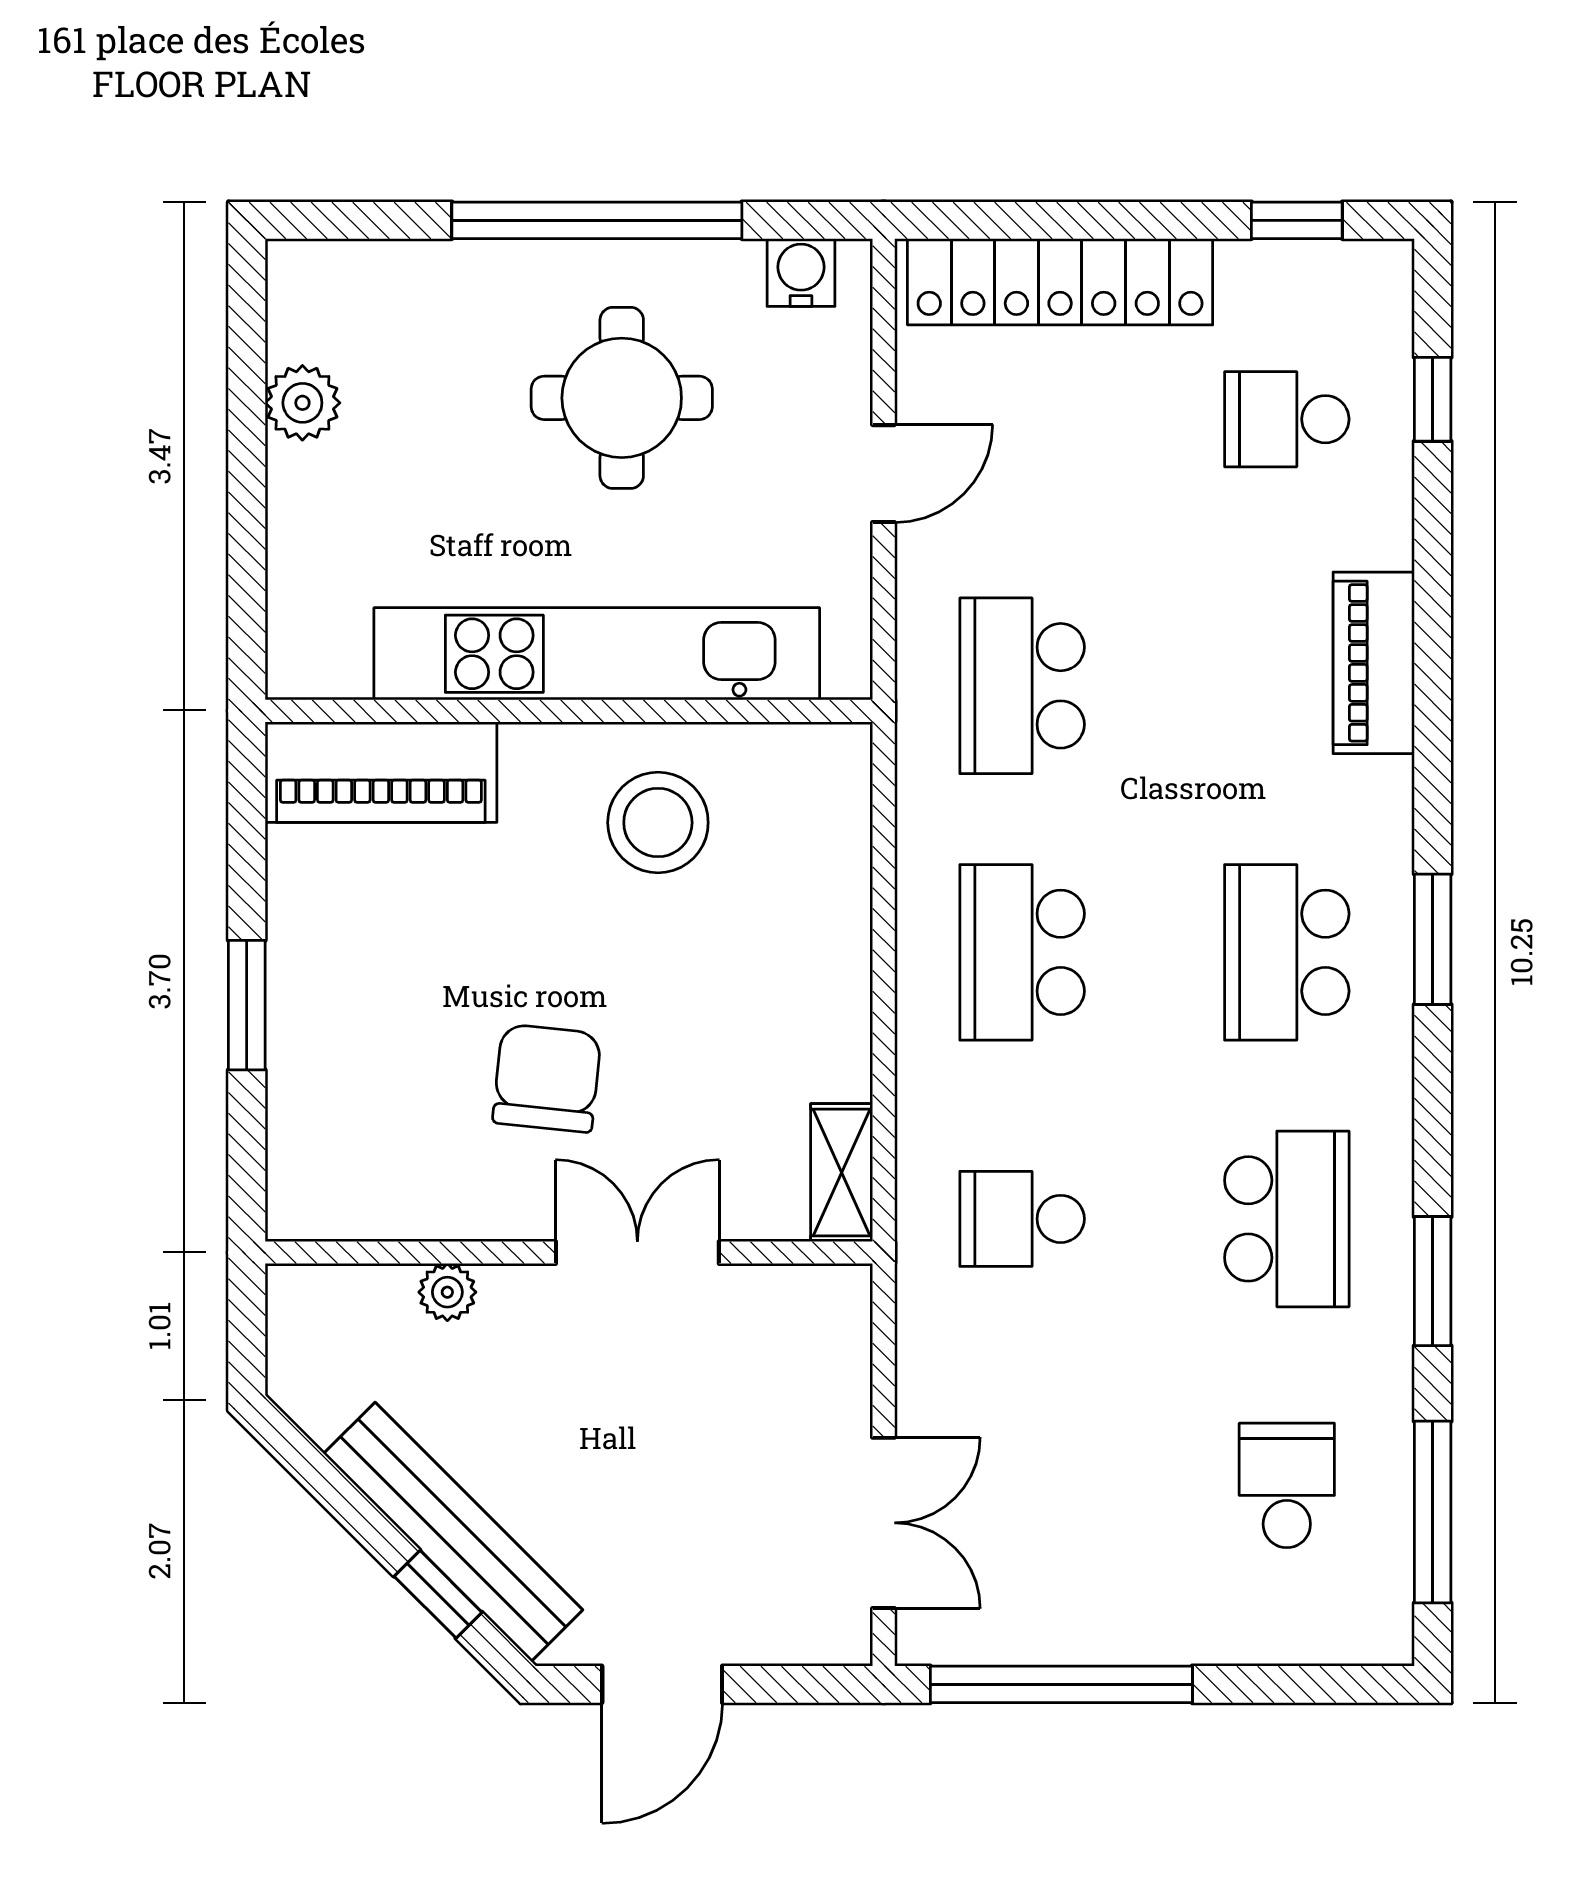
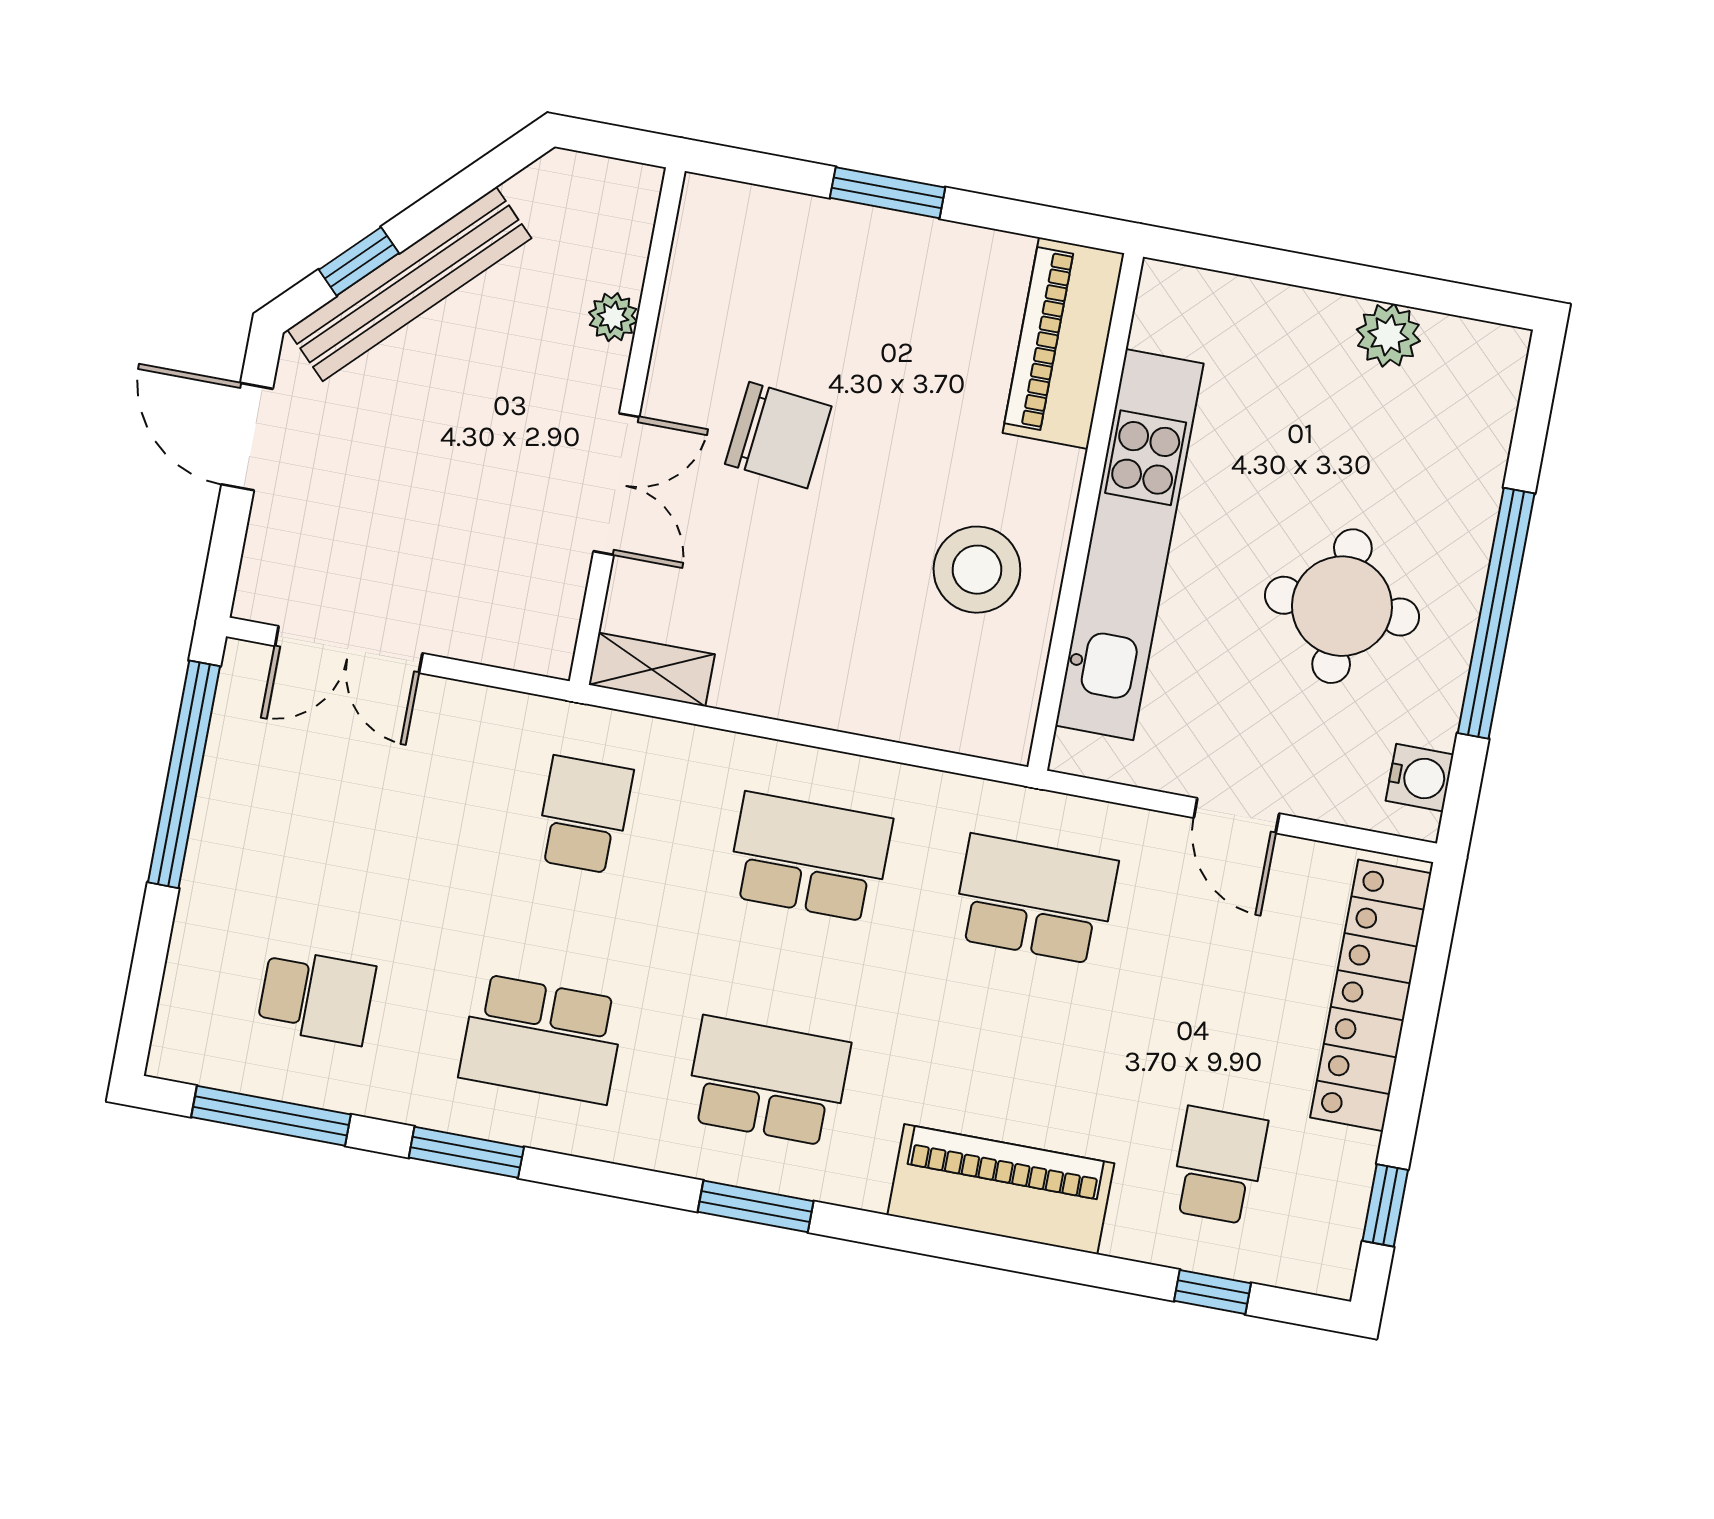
piano: (1374, 663) -> (1001, 1189), width x1.37, depth x1.33

